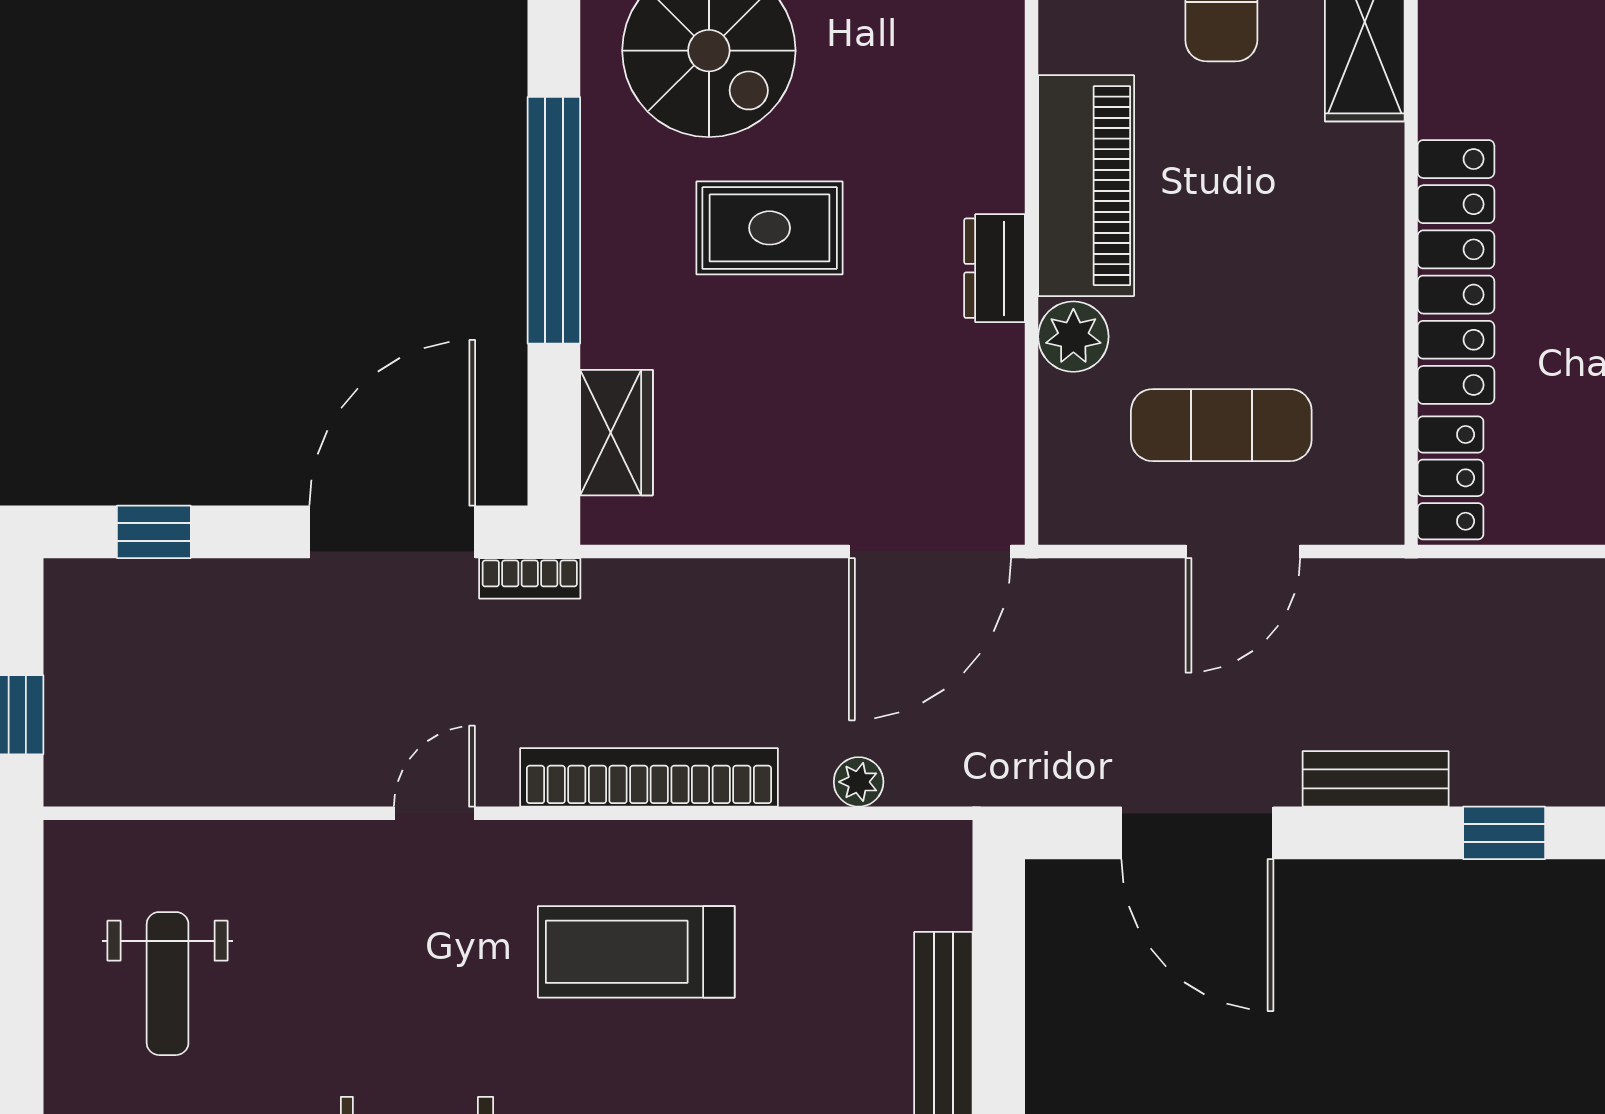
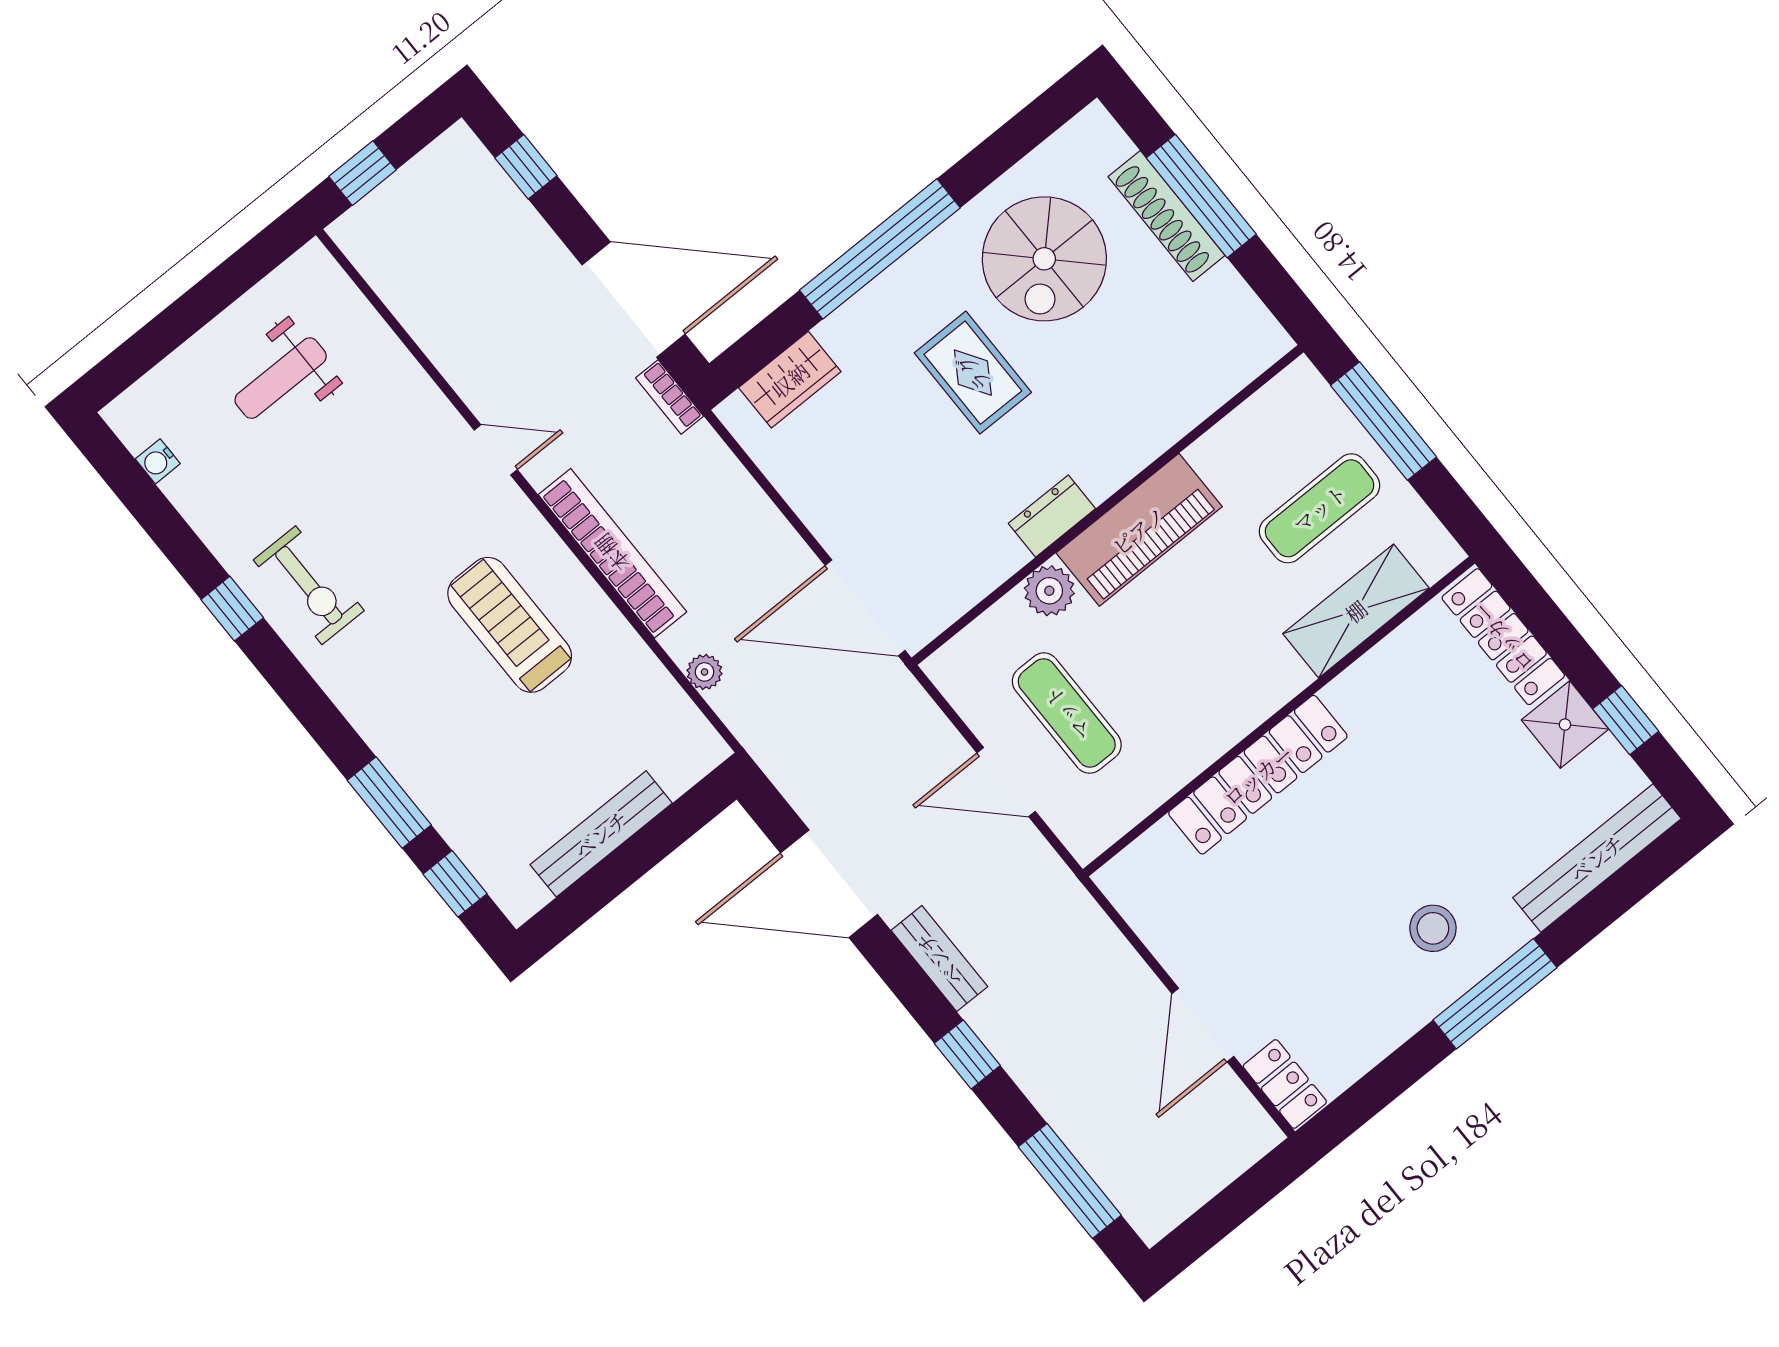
locker: (1450, 478) -> (1141, 864), removed
door: (1197, 833) -> (829, 884), hinge flipped

